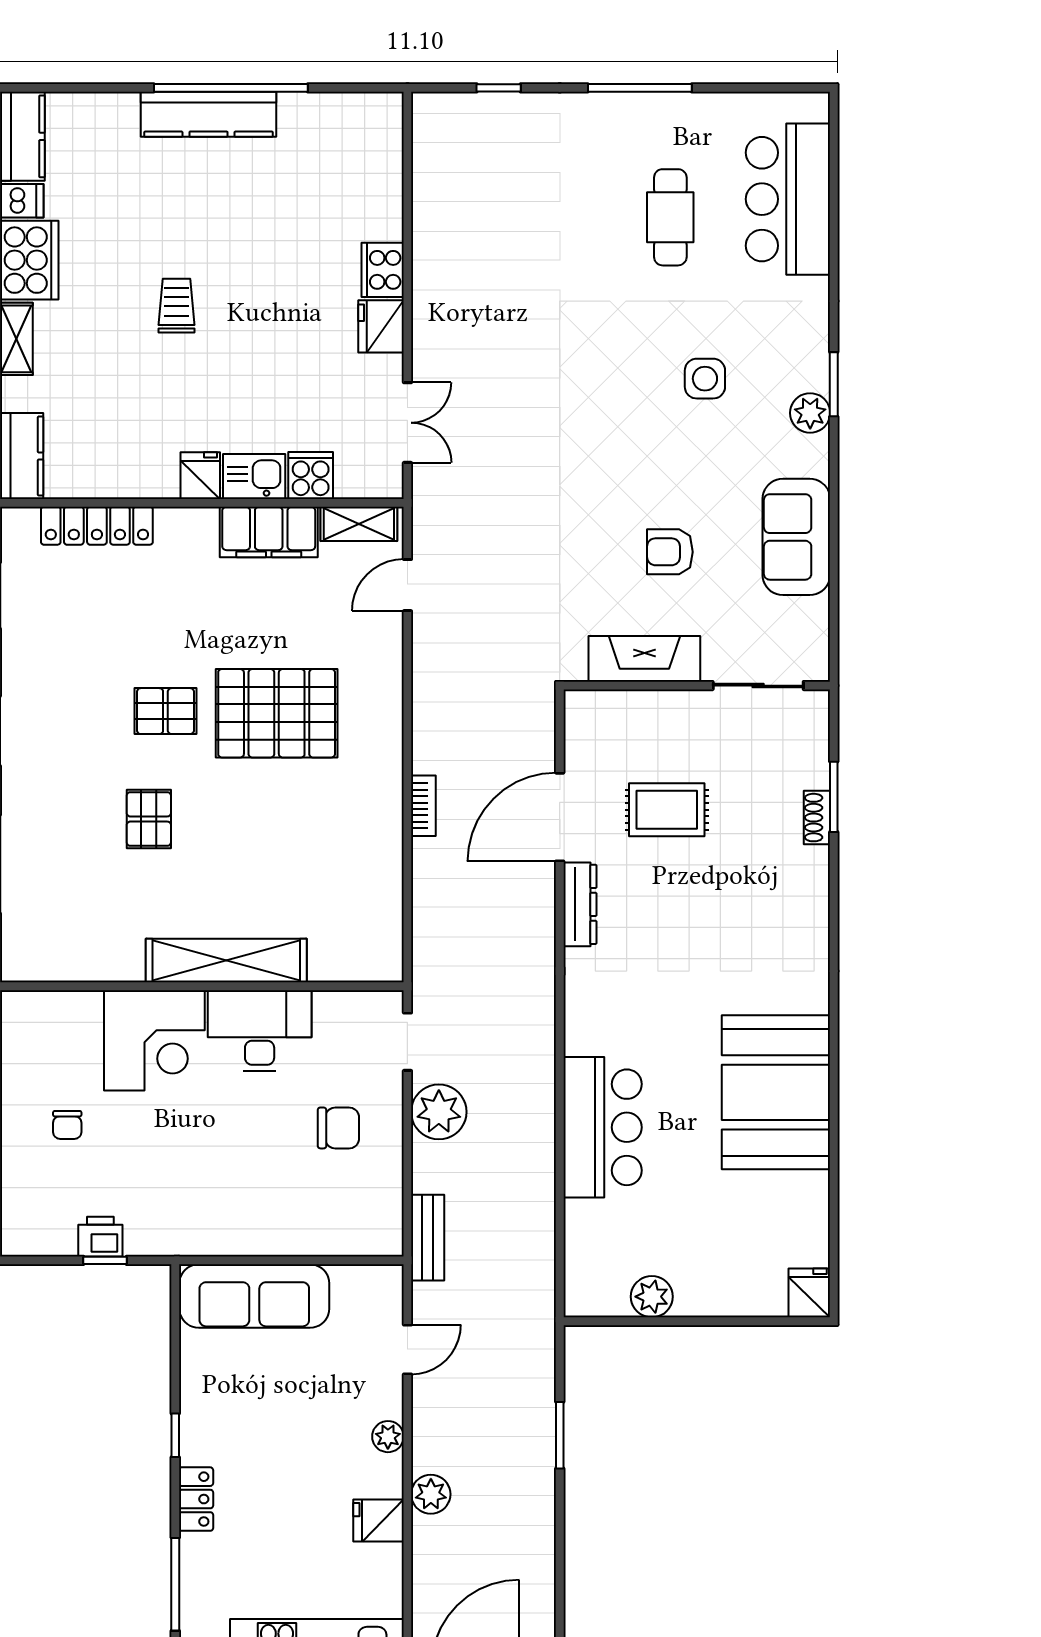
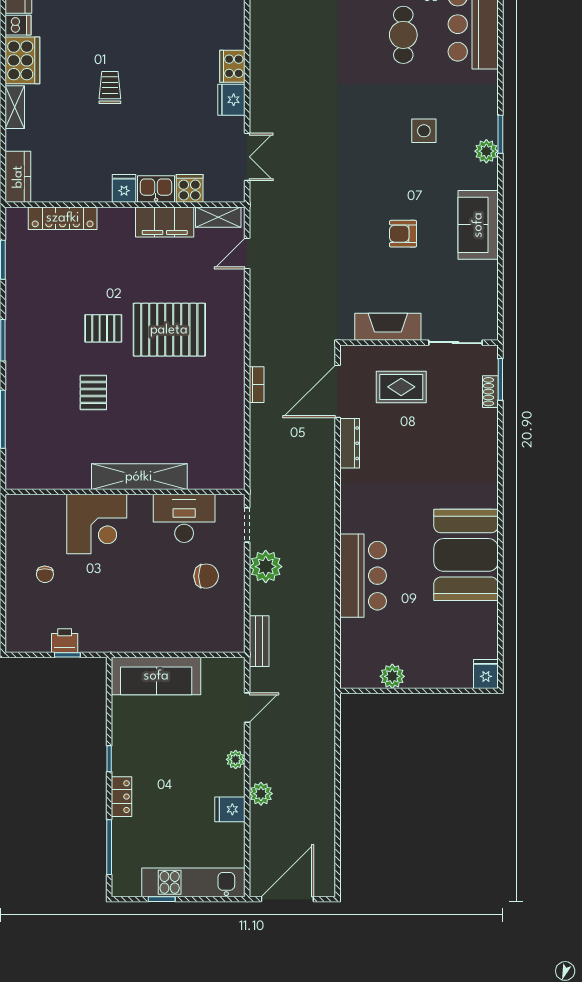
fireplace: (644, 659) -> (388, 327), moved
wall: (697, 686) -> (419, 343), moved
sliding door: (758, 686) -> (456, 343), moved
desk: (260, 1031) -> (184, 518), moved
window: (560, 1435) -> (338, 759), removed

